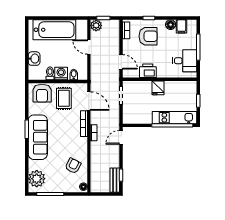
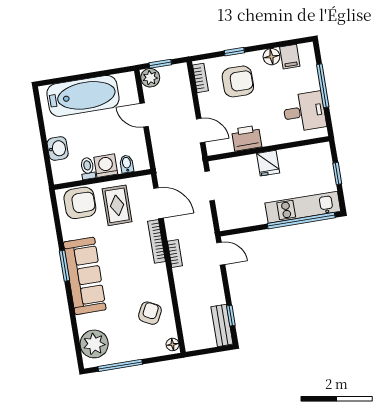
armchair: (42, 93) -> (80, 203), turned -90
door: (121, 137) -> (221, 254), swing flipped

